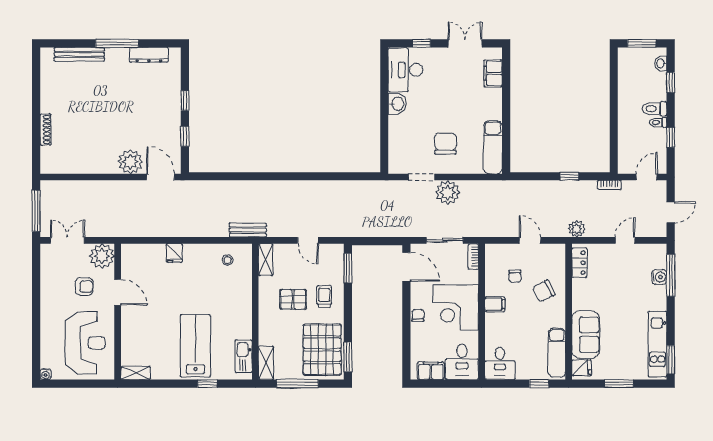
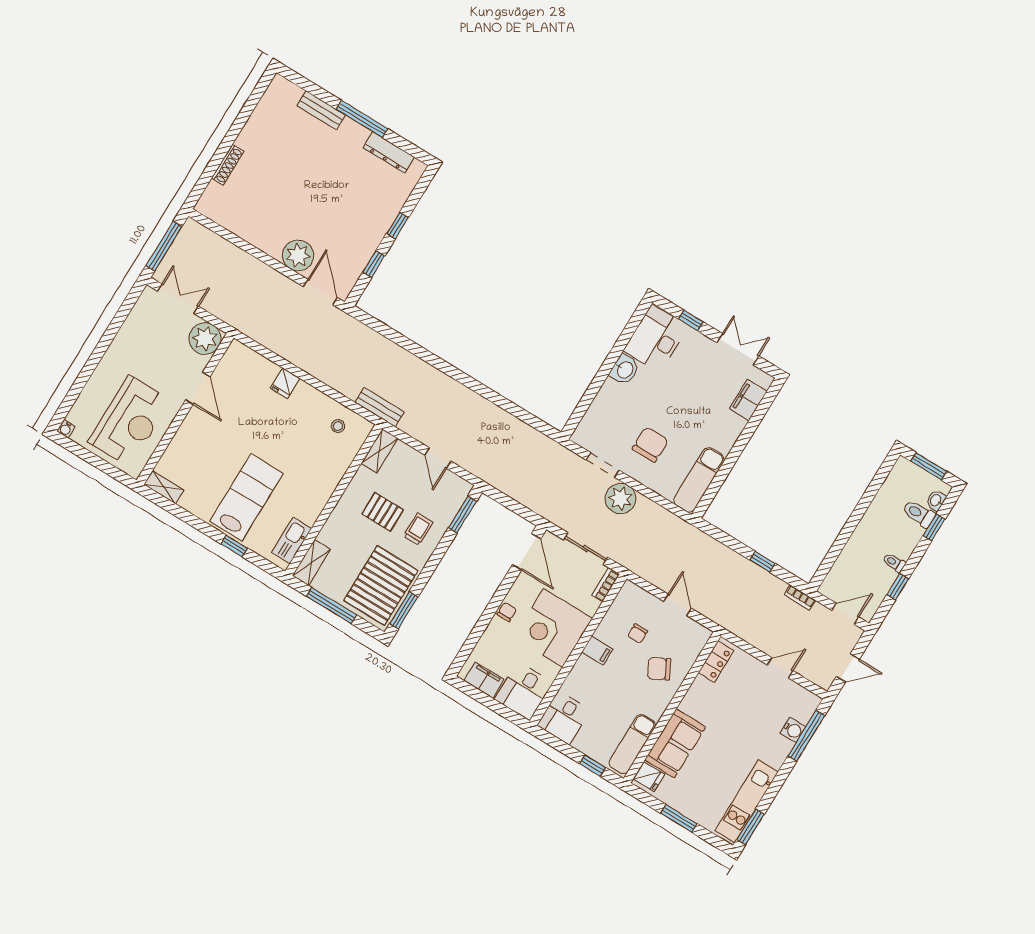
bench: (79, 54) -> (321, 110), width x0.73
toilet: (655, 109) -> (919, 514), moved
plant: (577, 229) -> (735, 623), removed
armchair: (84, 287) -> (166, 360), removed

